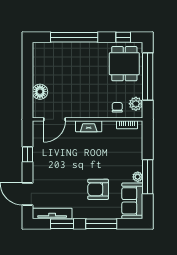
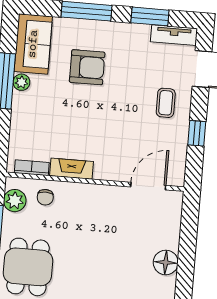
floor lamp: (40, 92) -> (166, 262), moved
fireplace: (89, 126) -> (72, 169), moved
coffee table: (48, 171) -> (166, 103), added
tv unit: (52, 213) -> (174, 35), width x0.71

